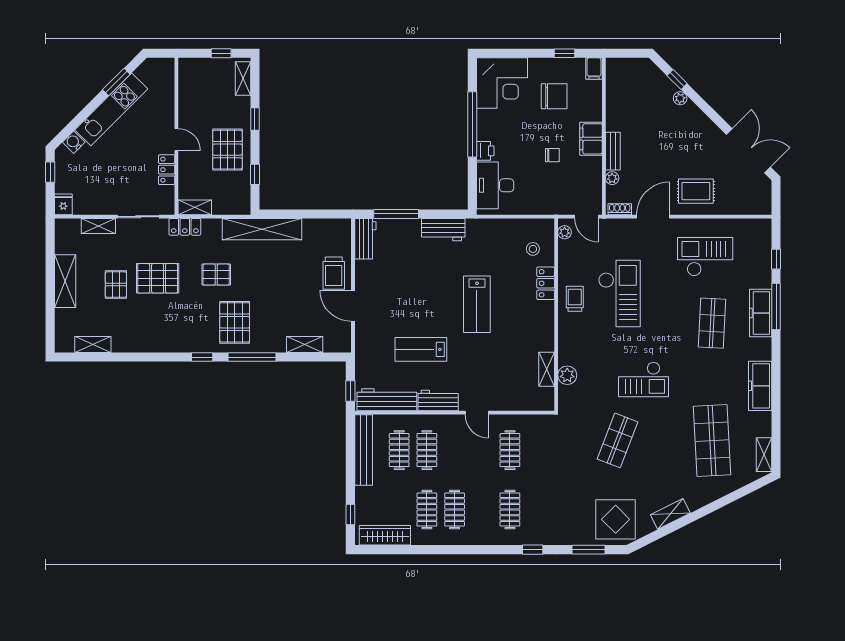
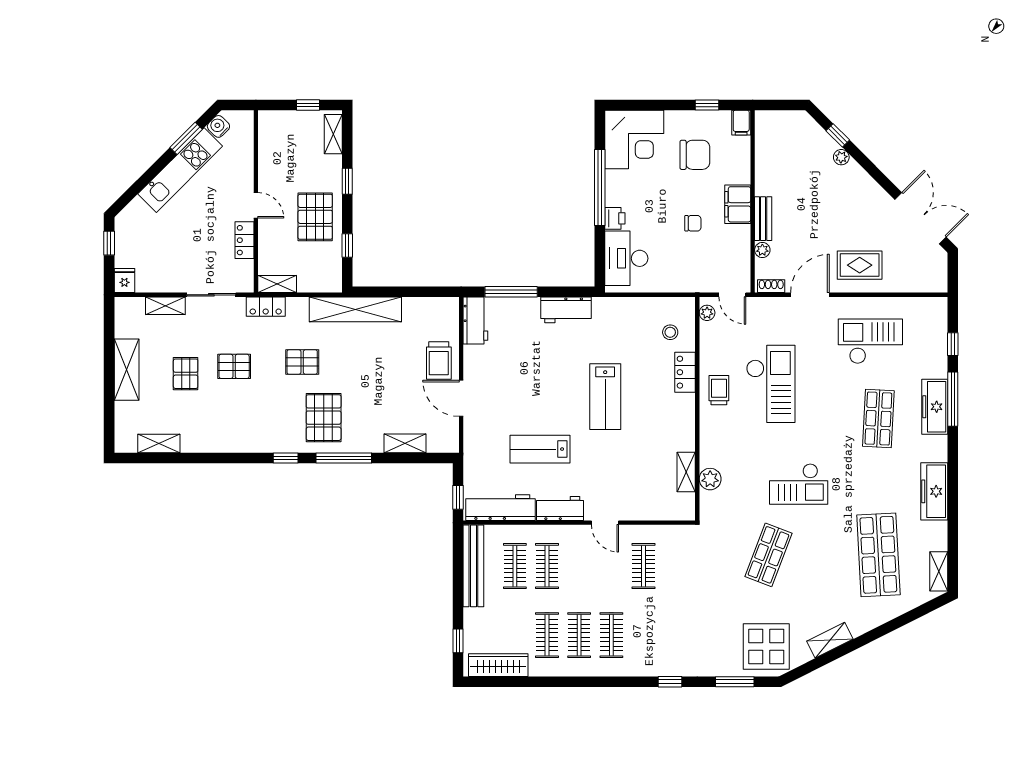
water cooler: (74, 142) -> (218, 126), moved
pallet: (158, 278) -> (234, 366), width x0.67, depth x0.71
clothes rail: (510, 510) -> (611, 635), moved

